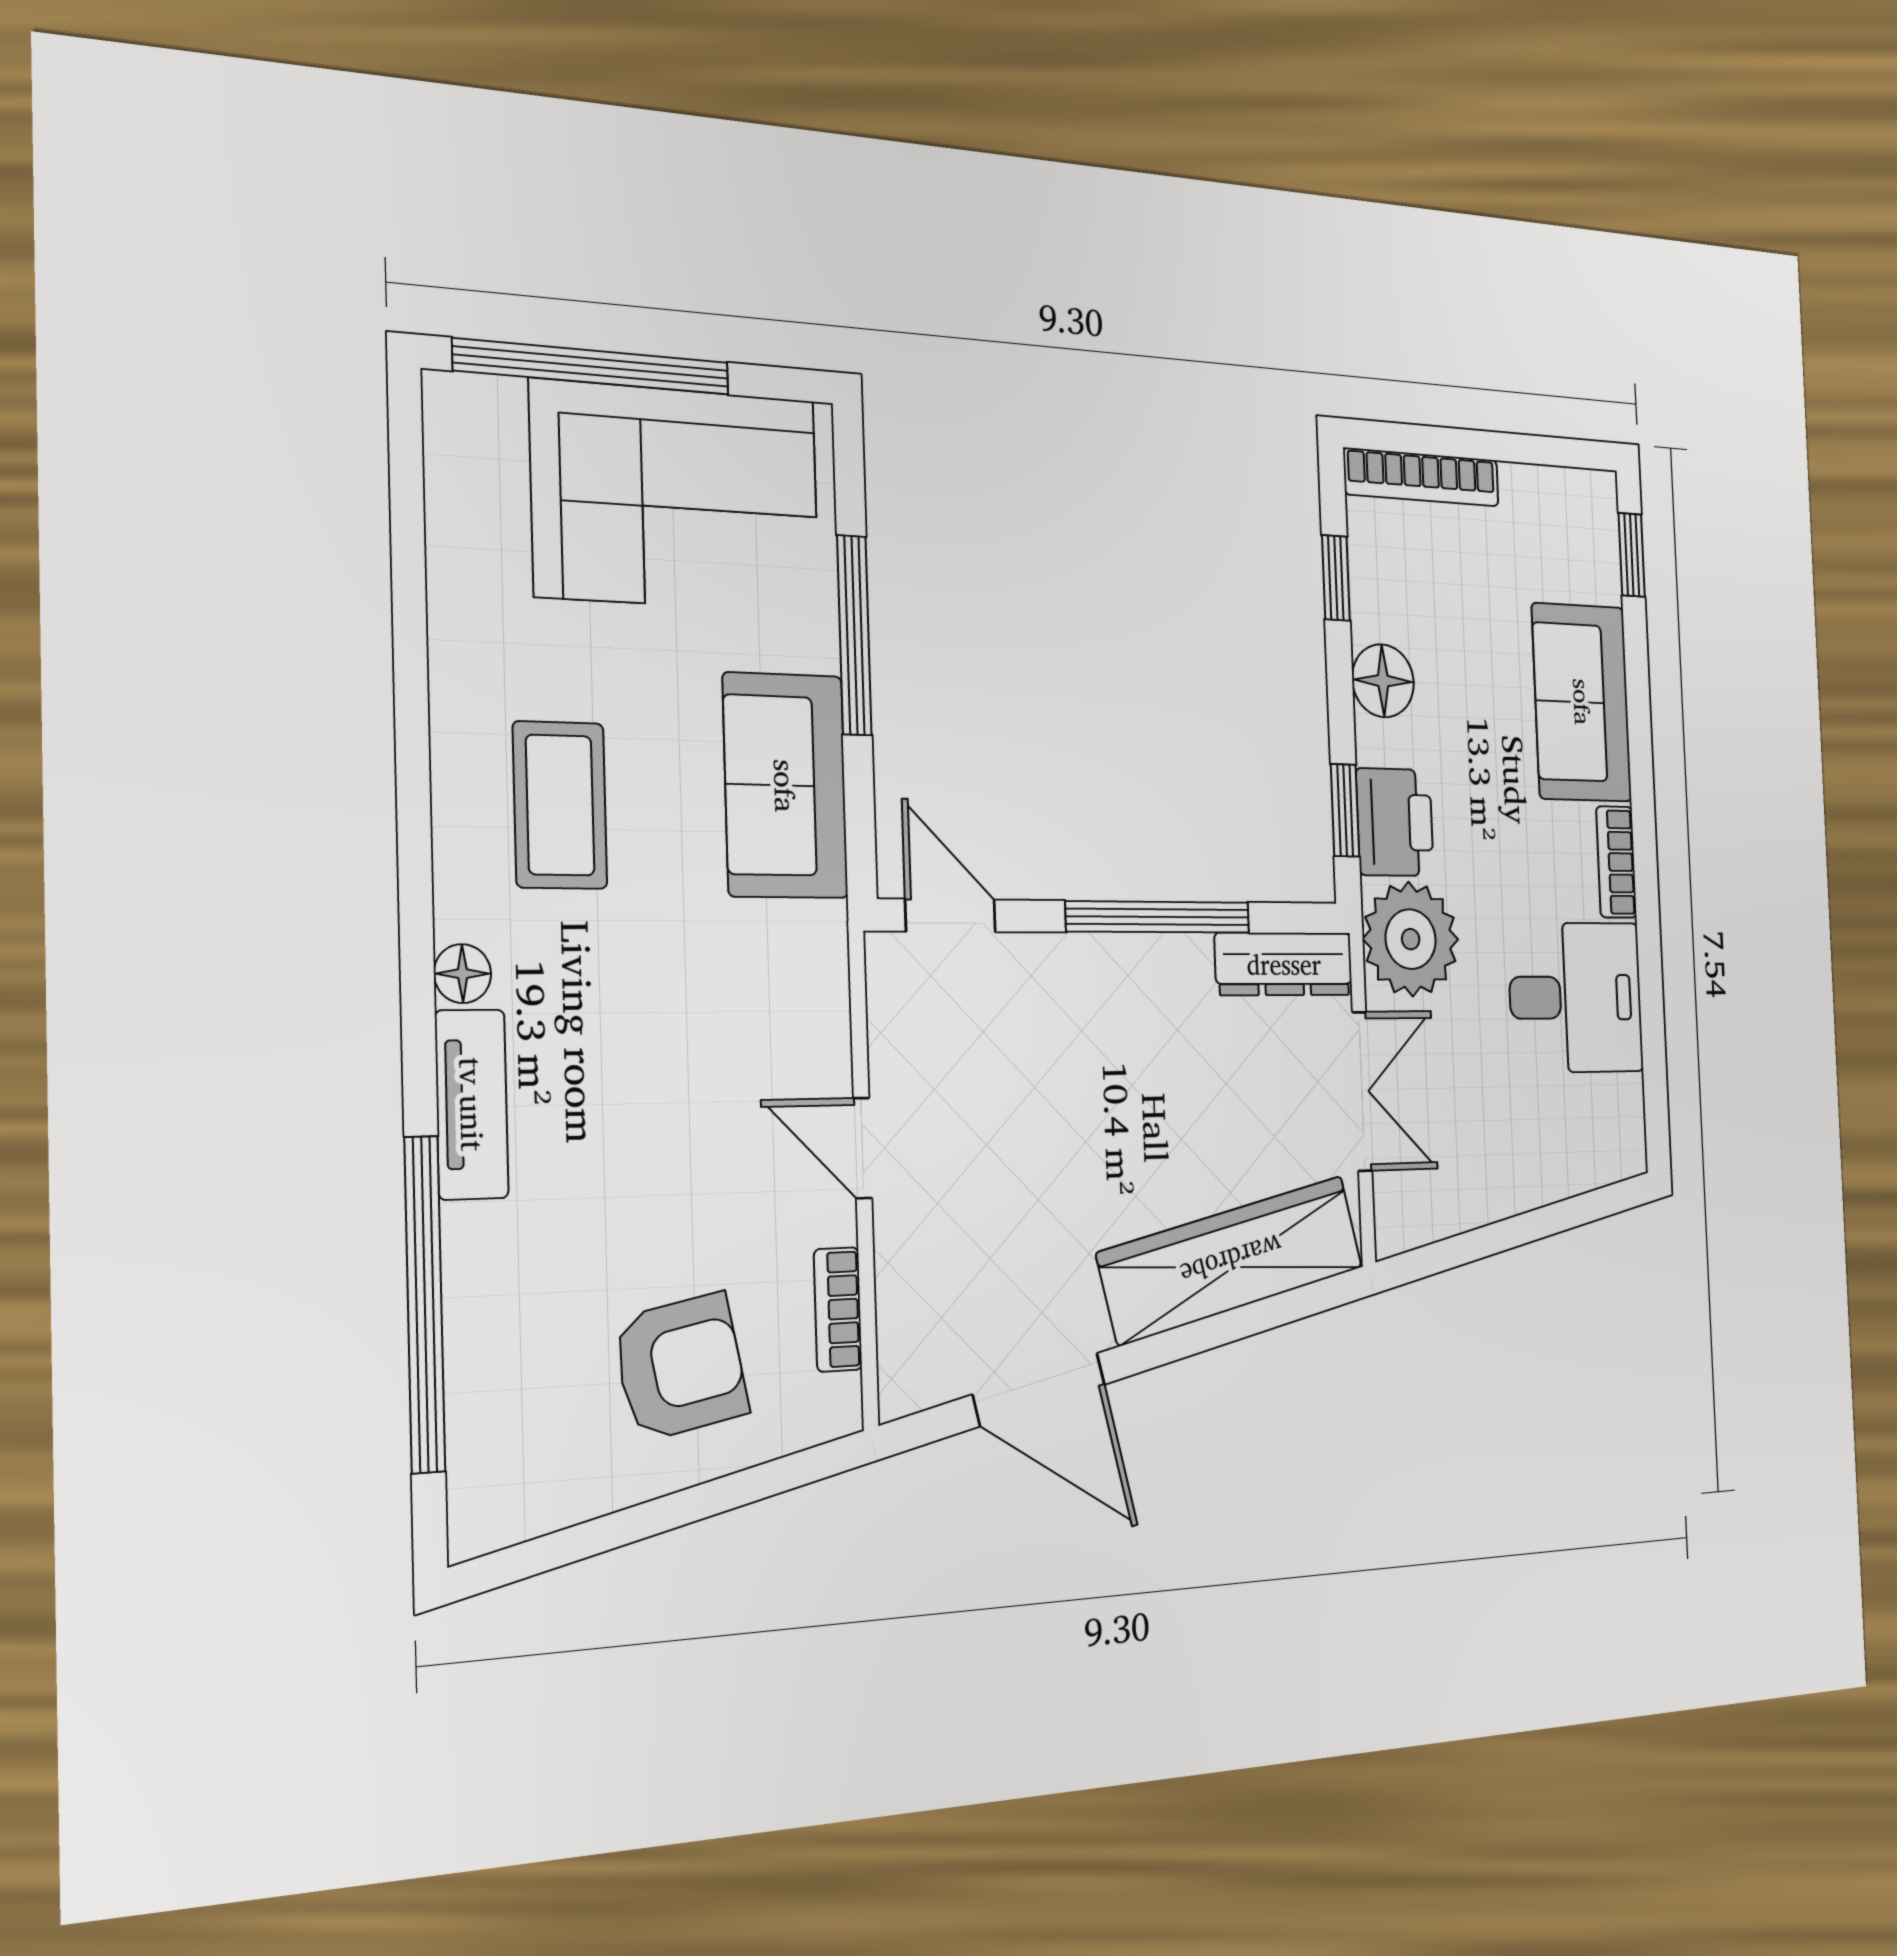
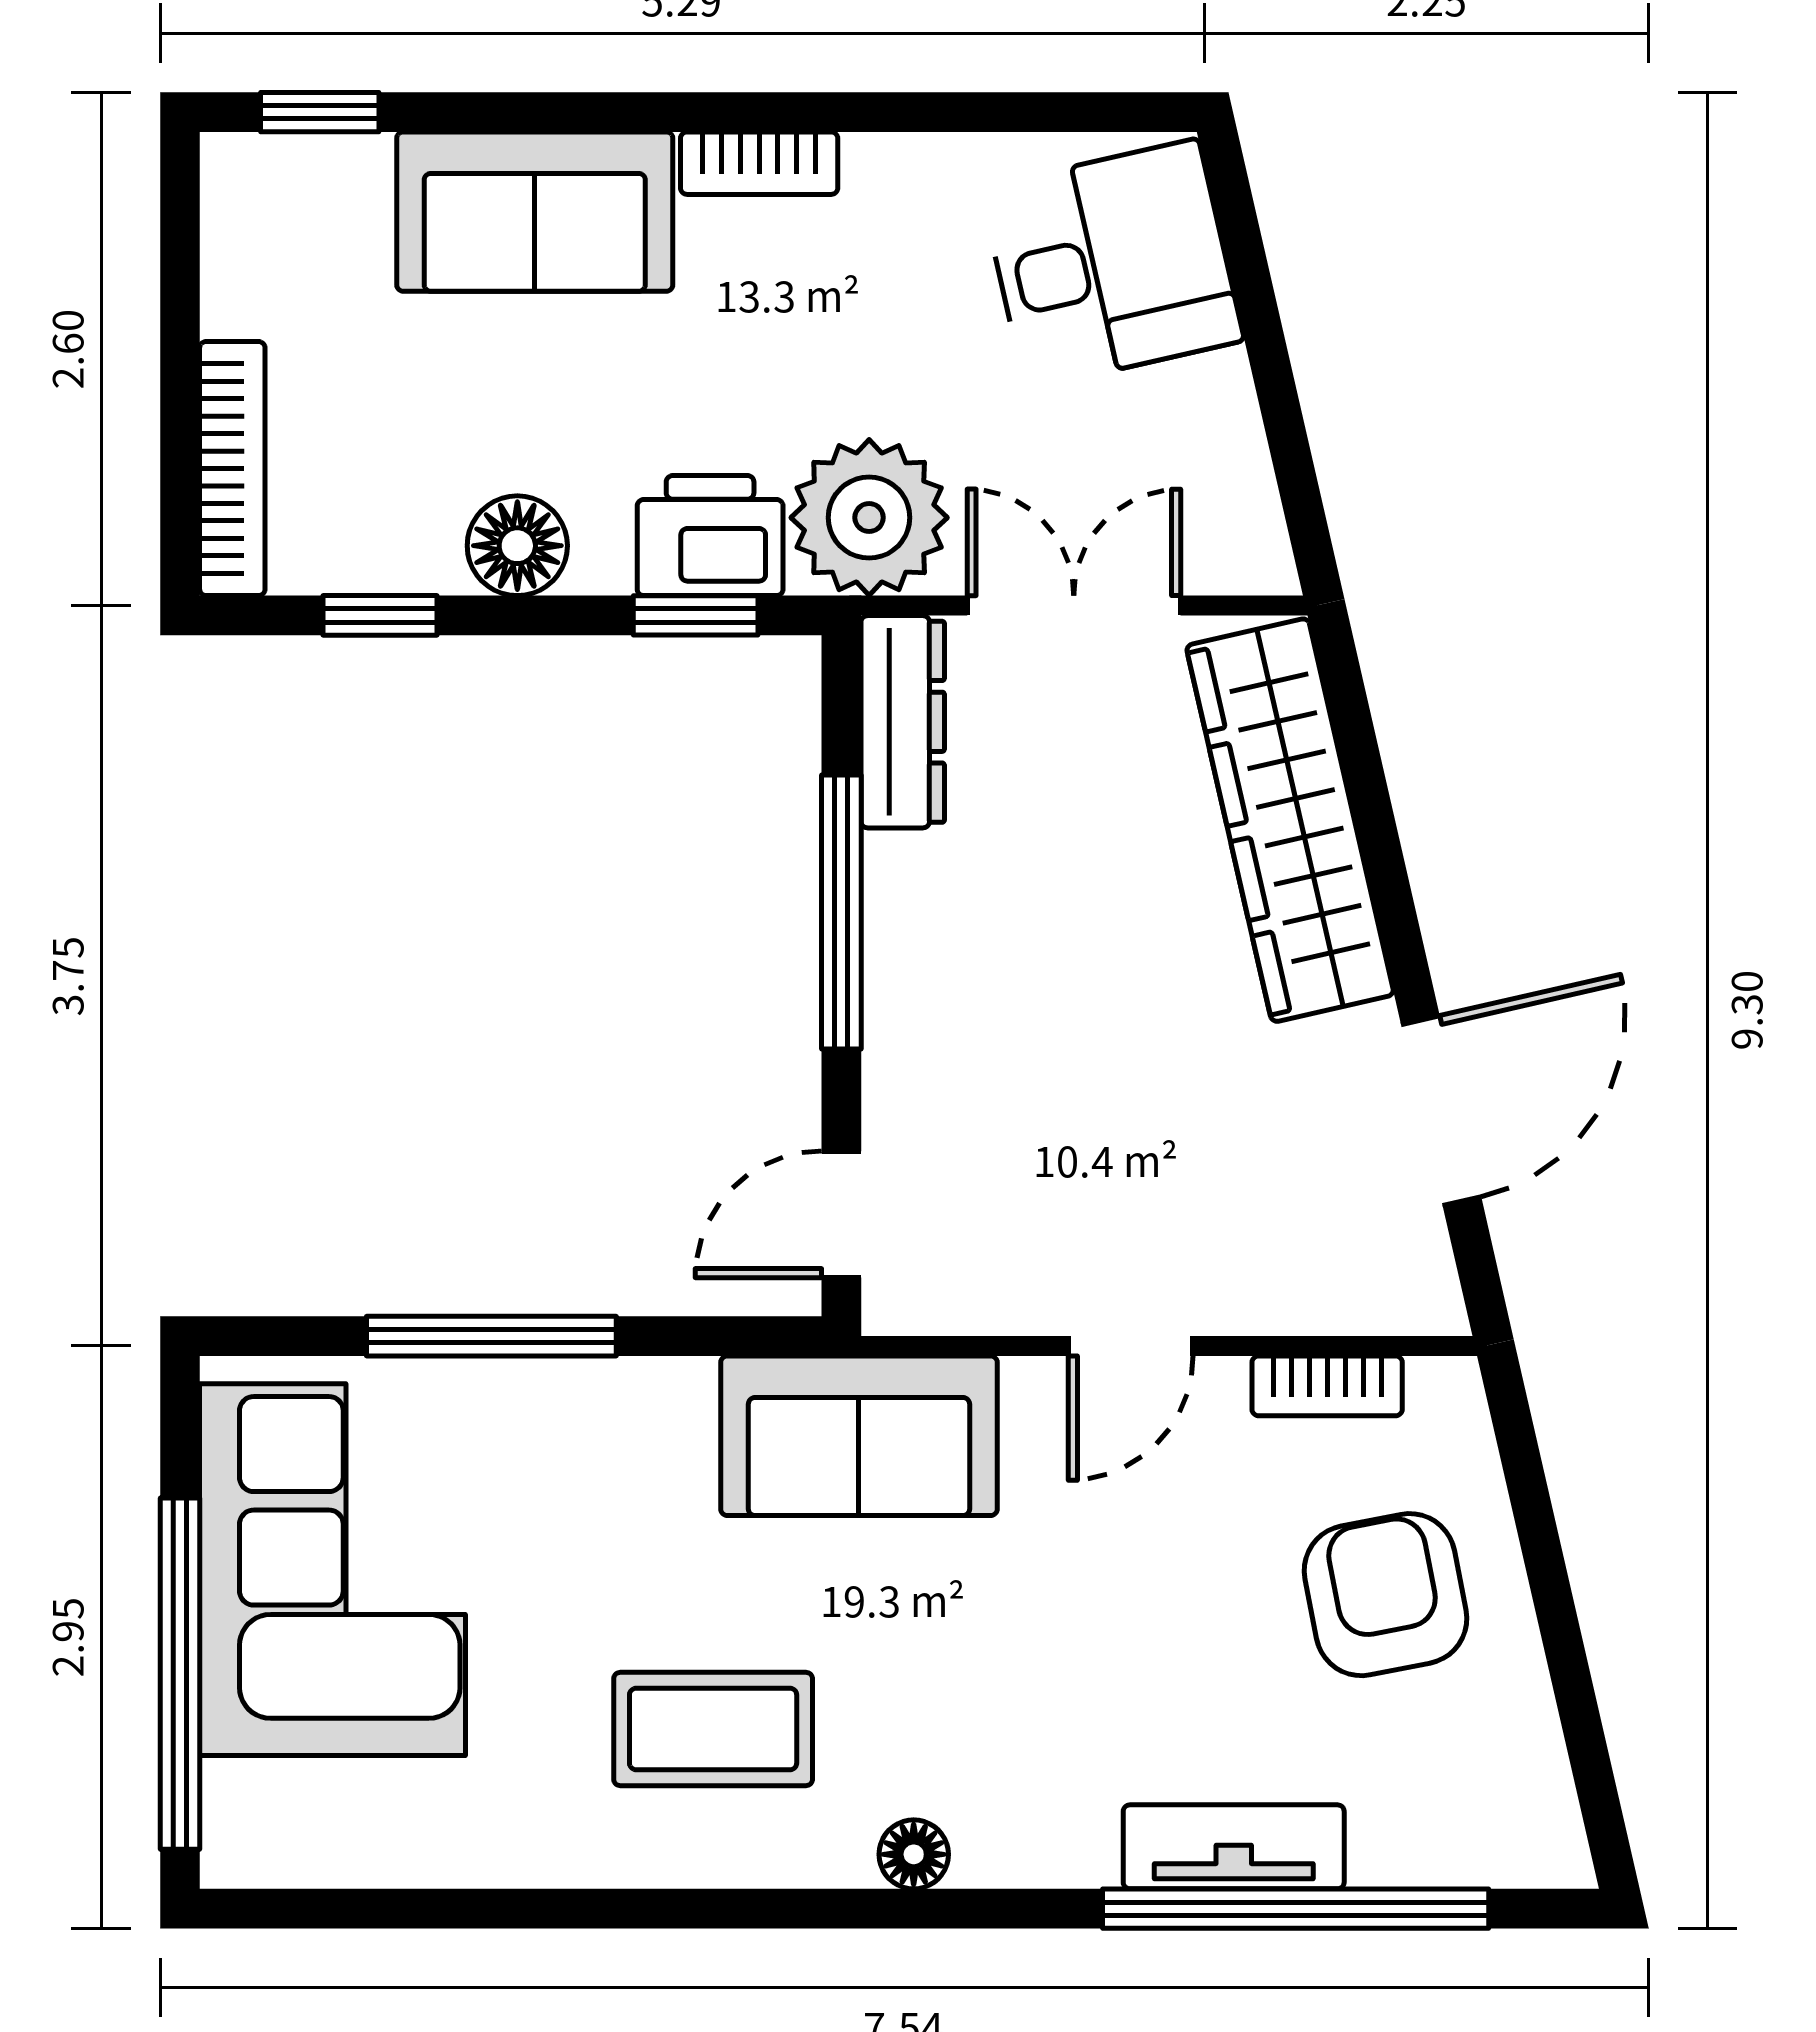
sofa: (785, 786) -> (859, 1436), moved
desk: (1576, 997) -> (1112, 264), moved, turned 77
tv unit: (472, 1104) -> (1234, 1847), moved

